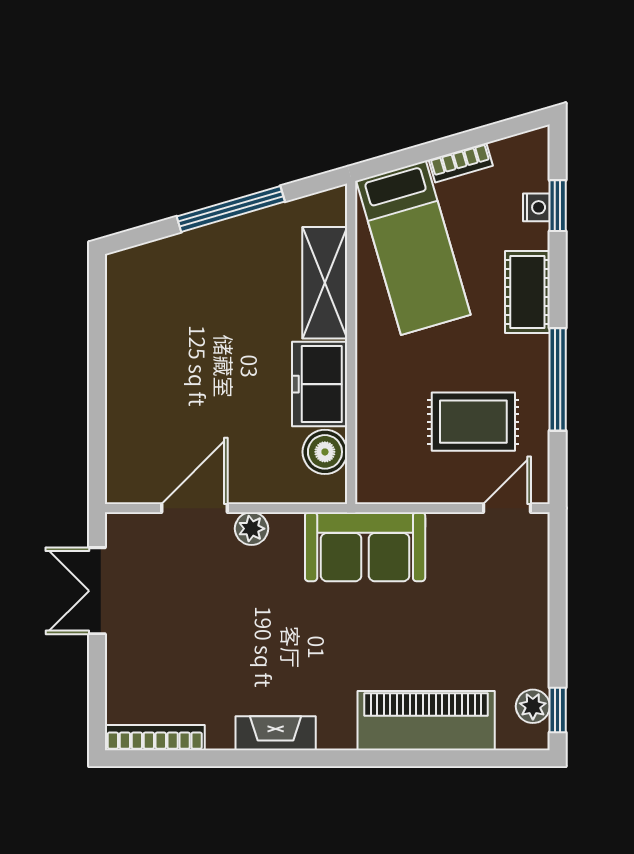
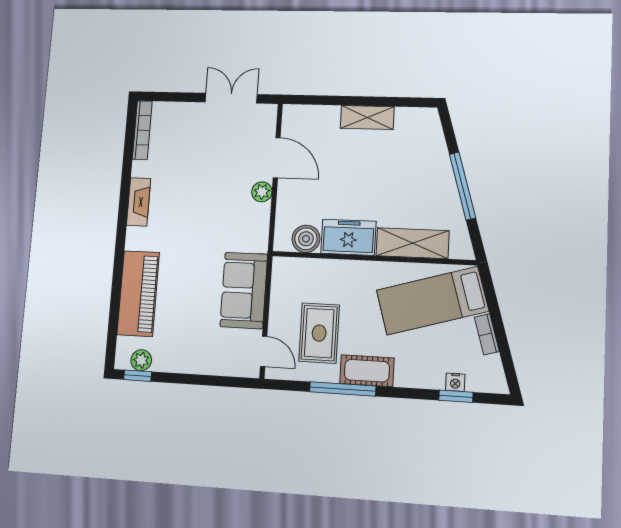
cot: (527, 292) -> (367, 371), moved
shelving: (124, 365) -> (367, 117), added
sofa: (365, 547) -> (244, 290), moved

